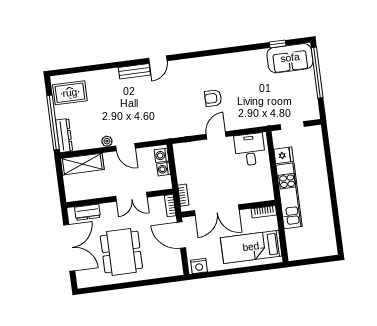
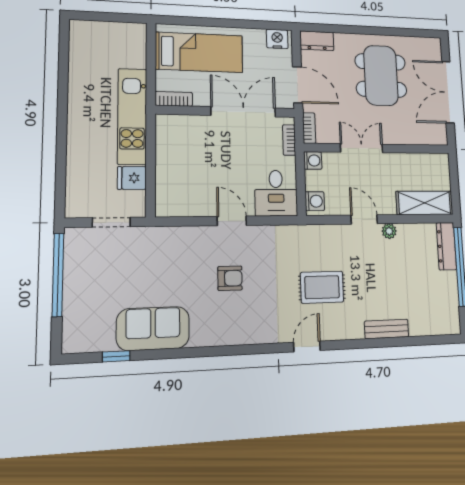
sofa: (290, 58) -> (153, 329), moved
bench: (134, 71) -> (387, 329), moved
window: (317, 73) -> (58, 275), moved
rug: (70, 93) -> (322, 287), moved
door: (216, 135) -> (232, 221), swing flipped
desk: (250, 150) -> (276, 193), moved
washing machine: (164, 169) -> (313, 161), moved
dresser: (88, 212) -> (317, 41), moved, turned 180

